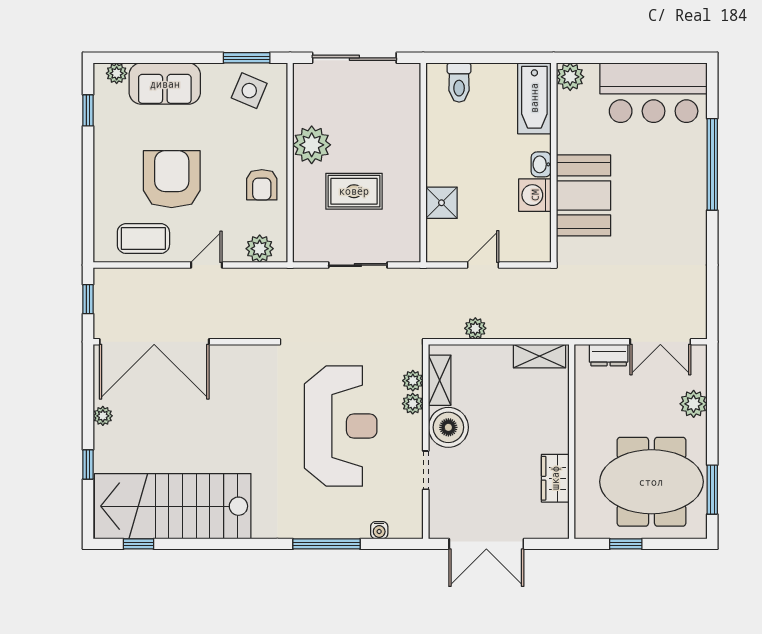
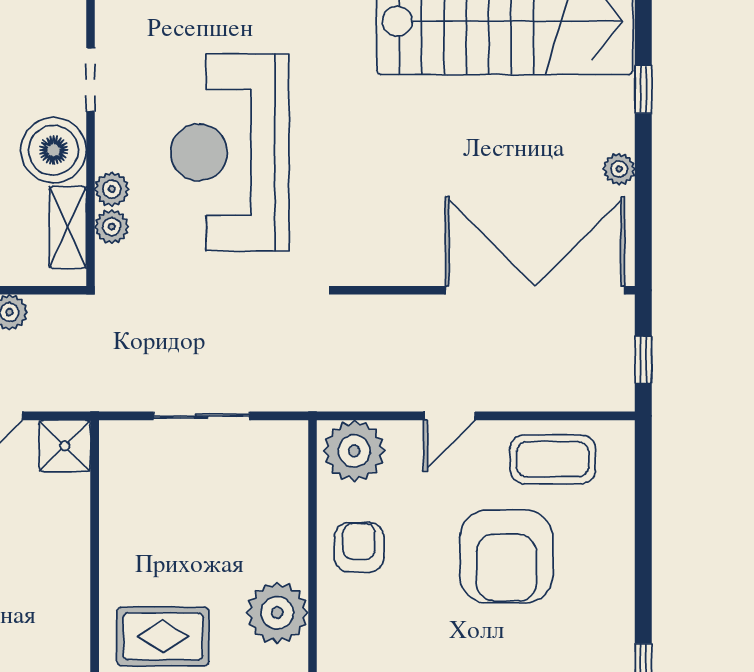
rug: (354, 191) -> (163, 636), moved
shower: (441, 203) -> (65, 446), moved
plant: (260, 249) -> (354, 451), width x1.36, depth x1.36

